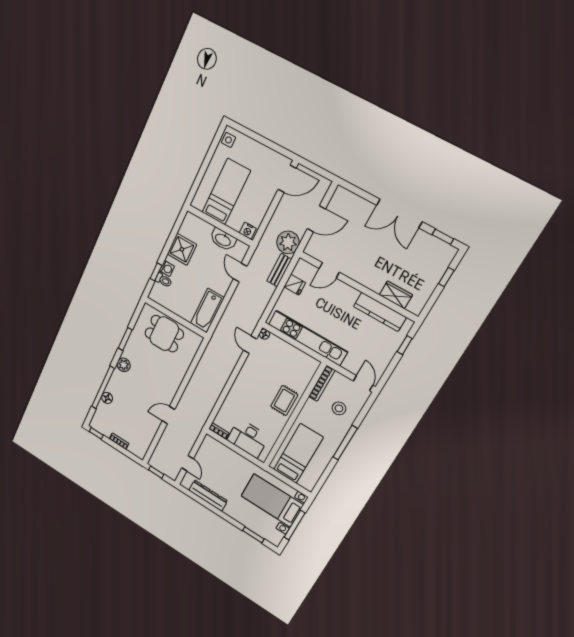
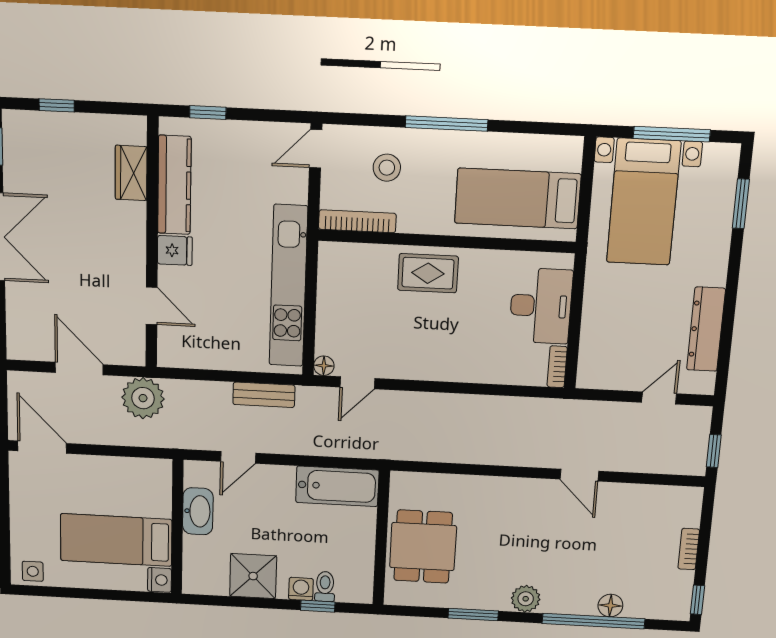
nightstand: (248, 231) -> (159, 580), moved
bench: (279, 270) -> (264, 395), moved
fridge: (295, 285) -> (175, 250), moved, turned 90

